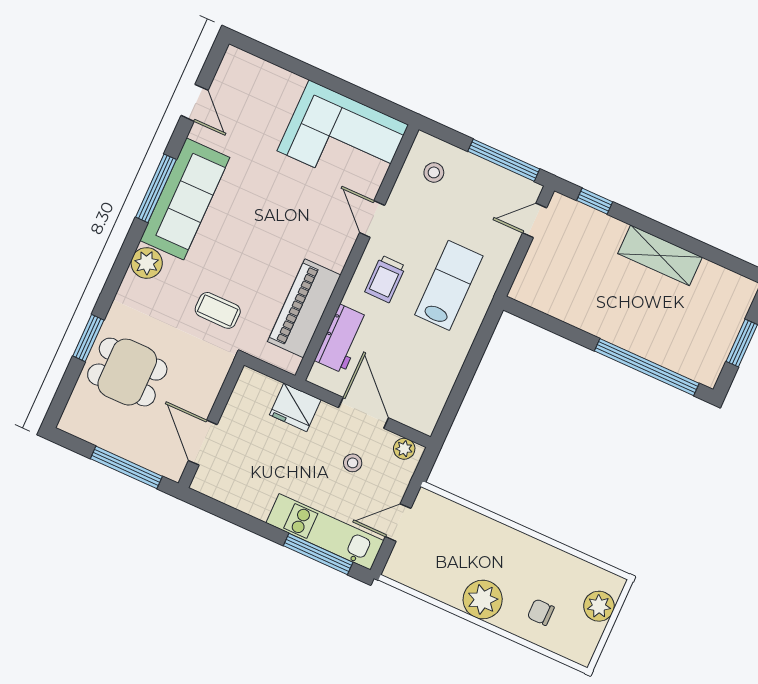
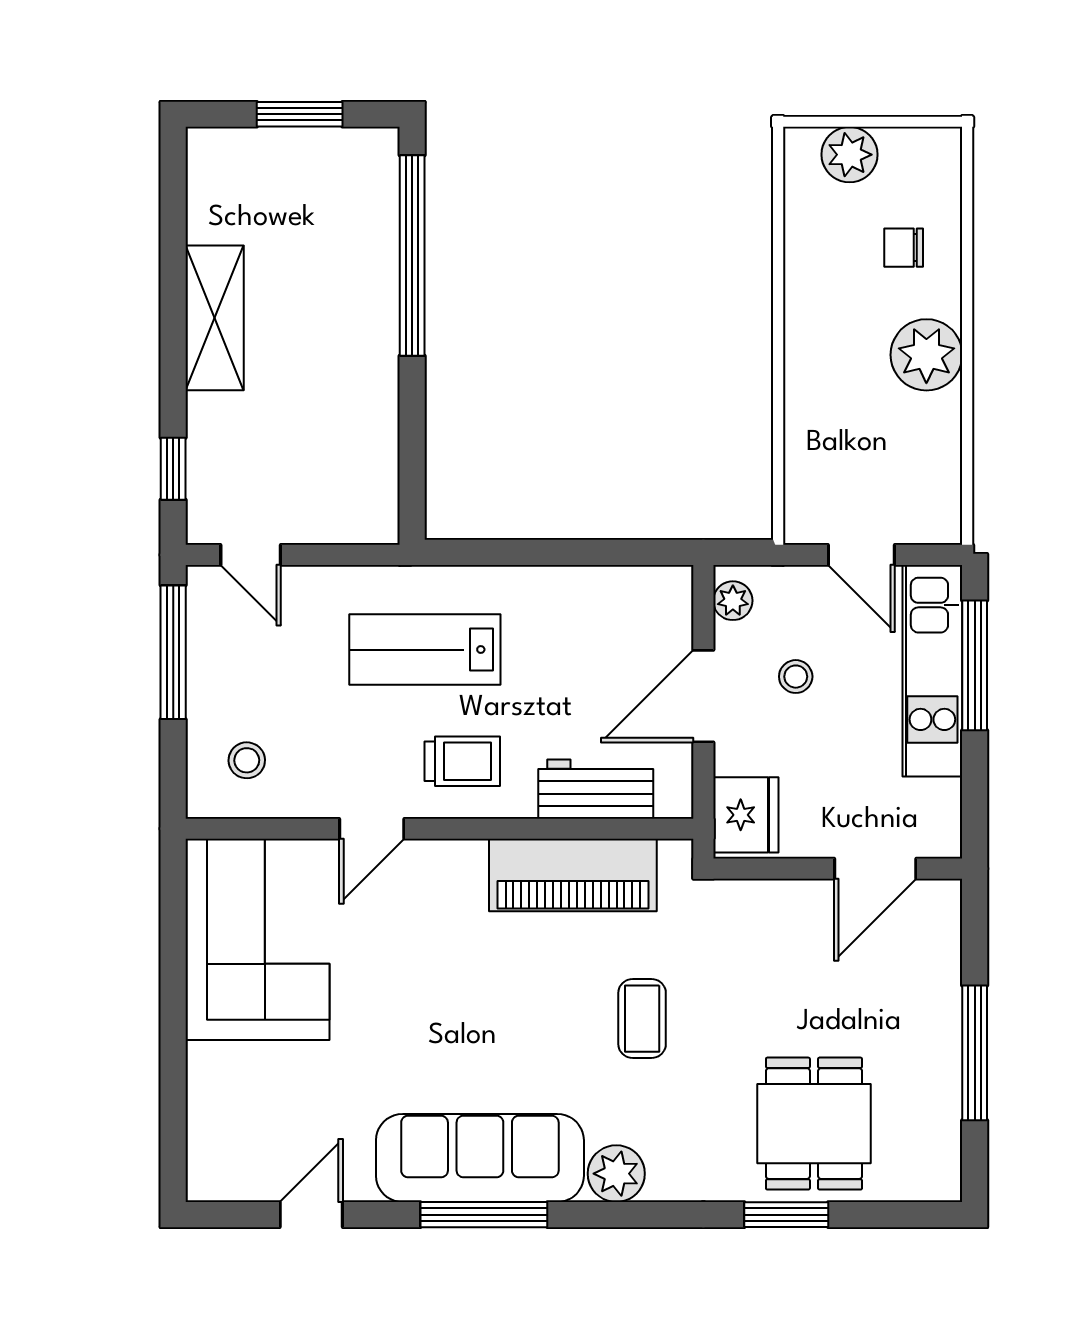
wall: (211, 424) -> (838, 869), moved
door: (203, 443) -> (875, 869), moved
chair: (541, 612) -> (904, 248), turned 90

